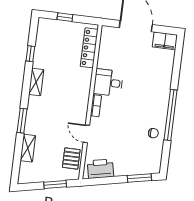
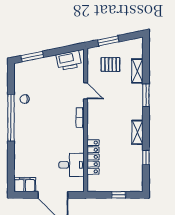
locker: (89, 48) -> (93, 157), moved
desk: (108, 83) -> (72, 165), moved
pallet: (71, 158) -> (110, 64), moved, turned 90

